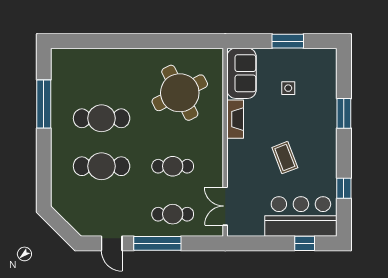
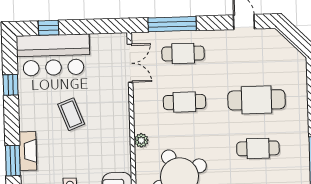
cafe table: (102, 118) -> (258, 148), width x0.73, depth x0.74
fireplace: (235, 119) -> (28, 151), moved, turned 180
plant: (216, 130) -> (141, 140), added
window: (157, 243) -> (172, 24), moved

